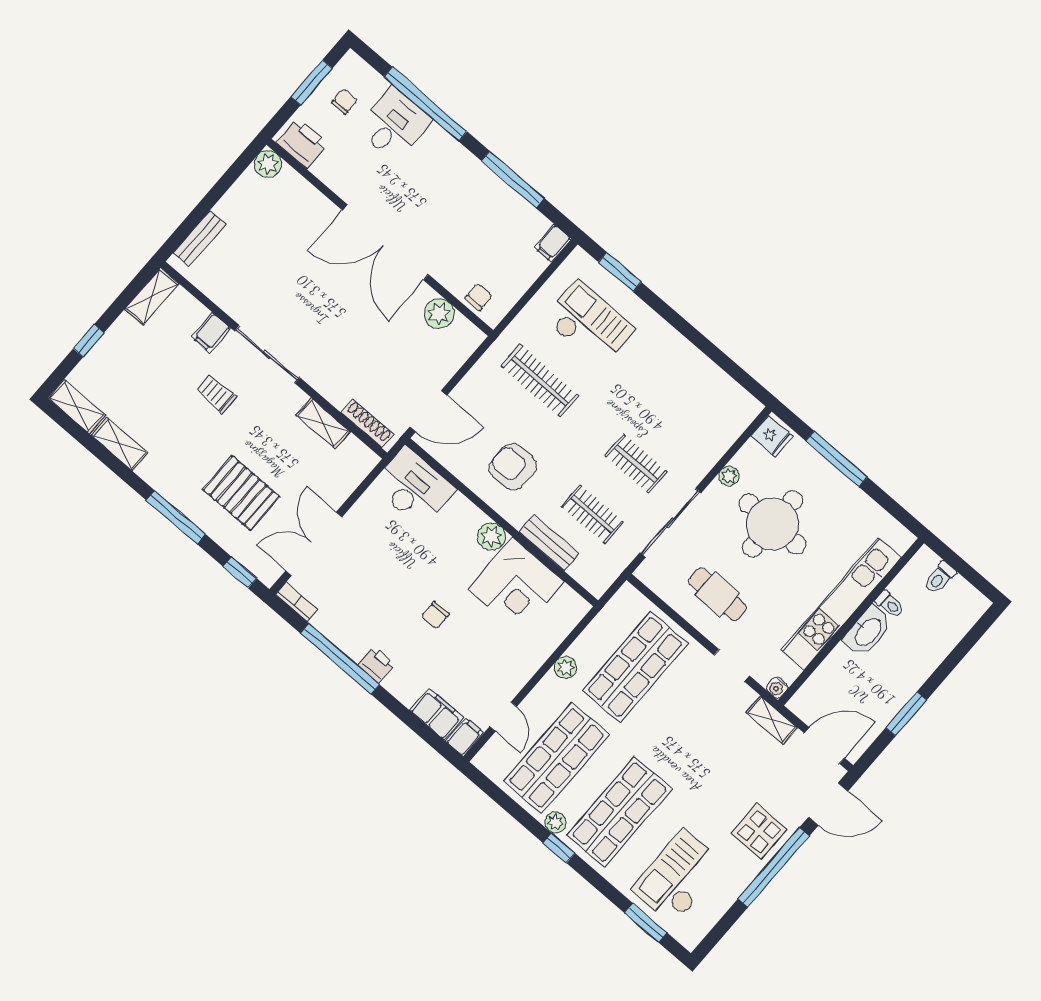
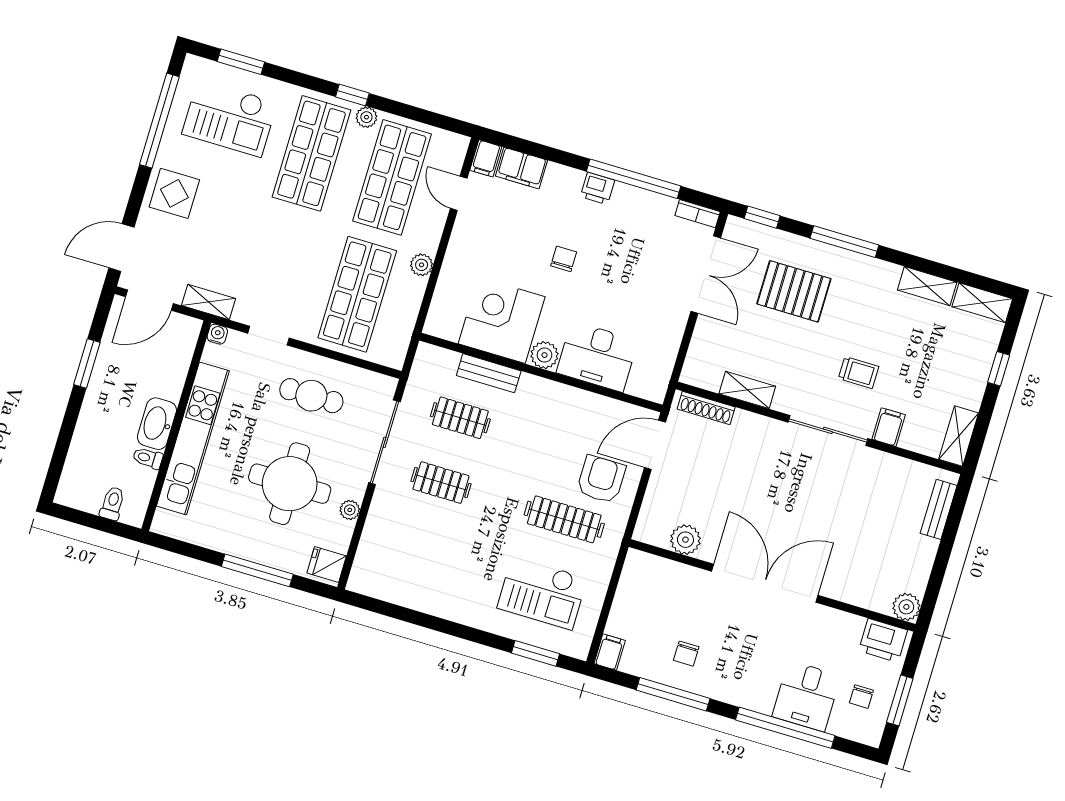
chair: (479, 297) -> (686, 654), moved
armchair: (513, 467) -> (601, 479), moved, turned -90
desk: (414, 487) -> (597, 357), moved
window: (774, 868) -> (159, 121), moved
checkout: (679, 877) -> (230, 118), turned 90

